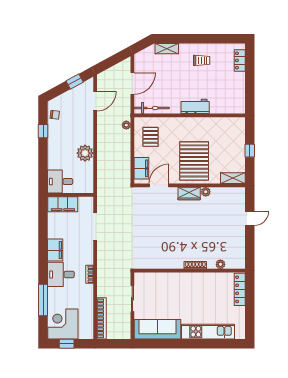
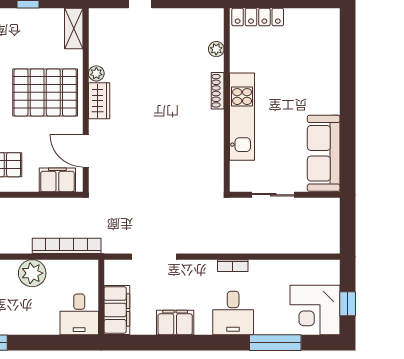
filing cabinet: (55, 250) -> (175, 323), moved
bookcase: (101, 318) -> (67, 246), moved
kitchen unit: (208, 332) -> (242, 117), moved, turned 180

